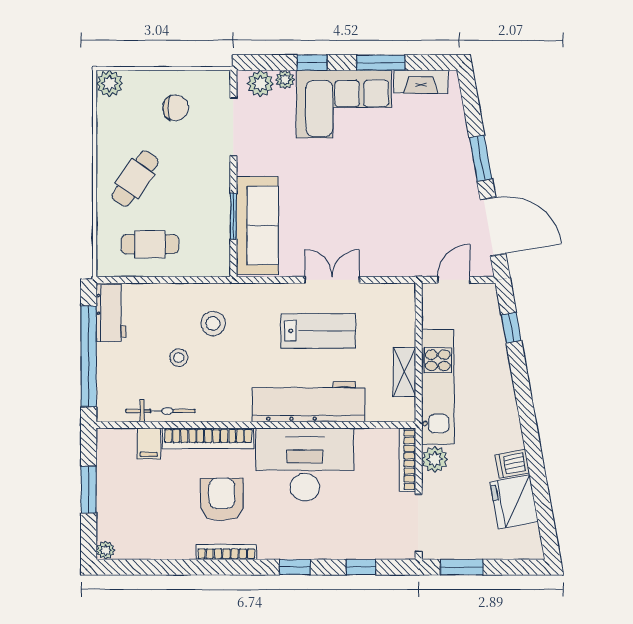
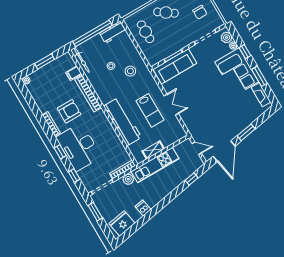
bicycle: (160, 411) -> (82, 60), moved
desk: (305, 465) -> (79, 147), moved, turned 180
fridge: (514, 502) -> (122, 223), moved

